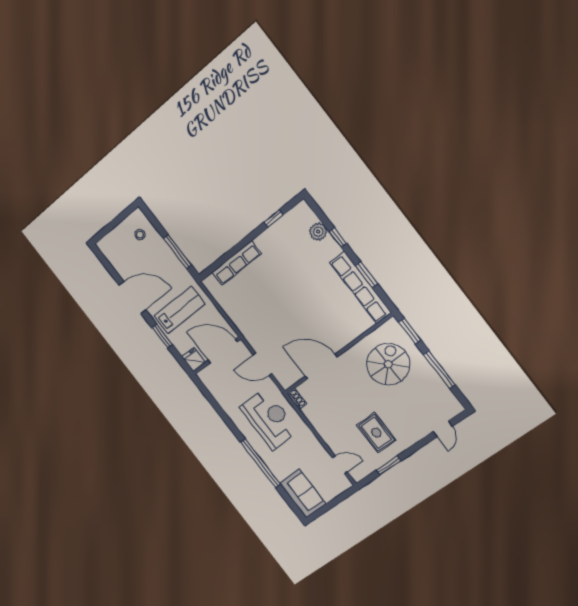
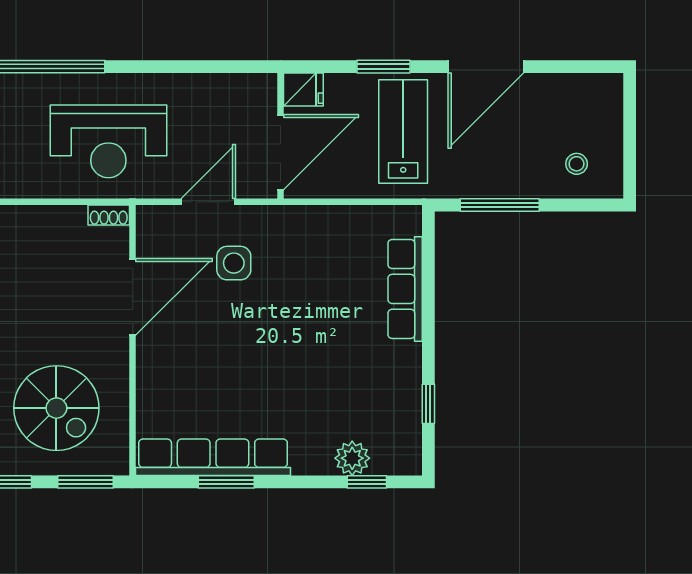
window: (338, 237) -> (367, 482), moved
lab bench: (179, 310) -> (403, 131), turned 180
side table: (278, 337) -> (234, 263), added

